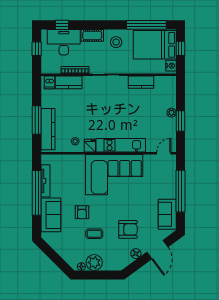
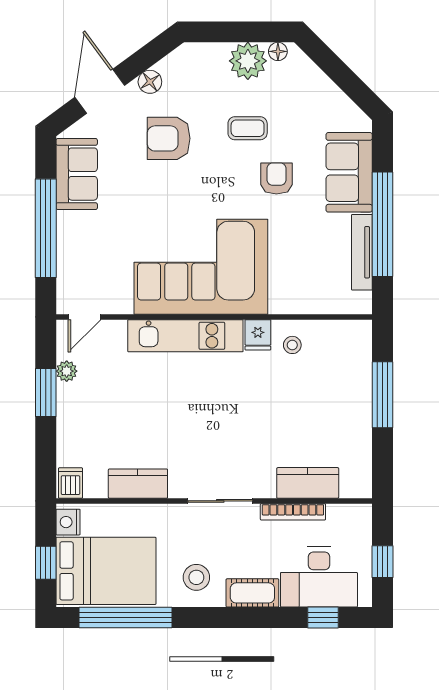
dishwasher: (49, 82) -> (71, 483), moved
plant: (172, 113) -> (67, 371), moved
kitchen counter: (48, 129) -> (356, 373), removed

